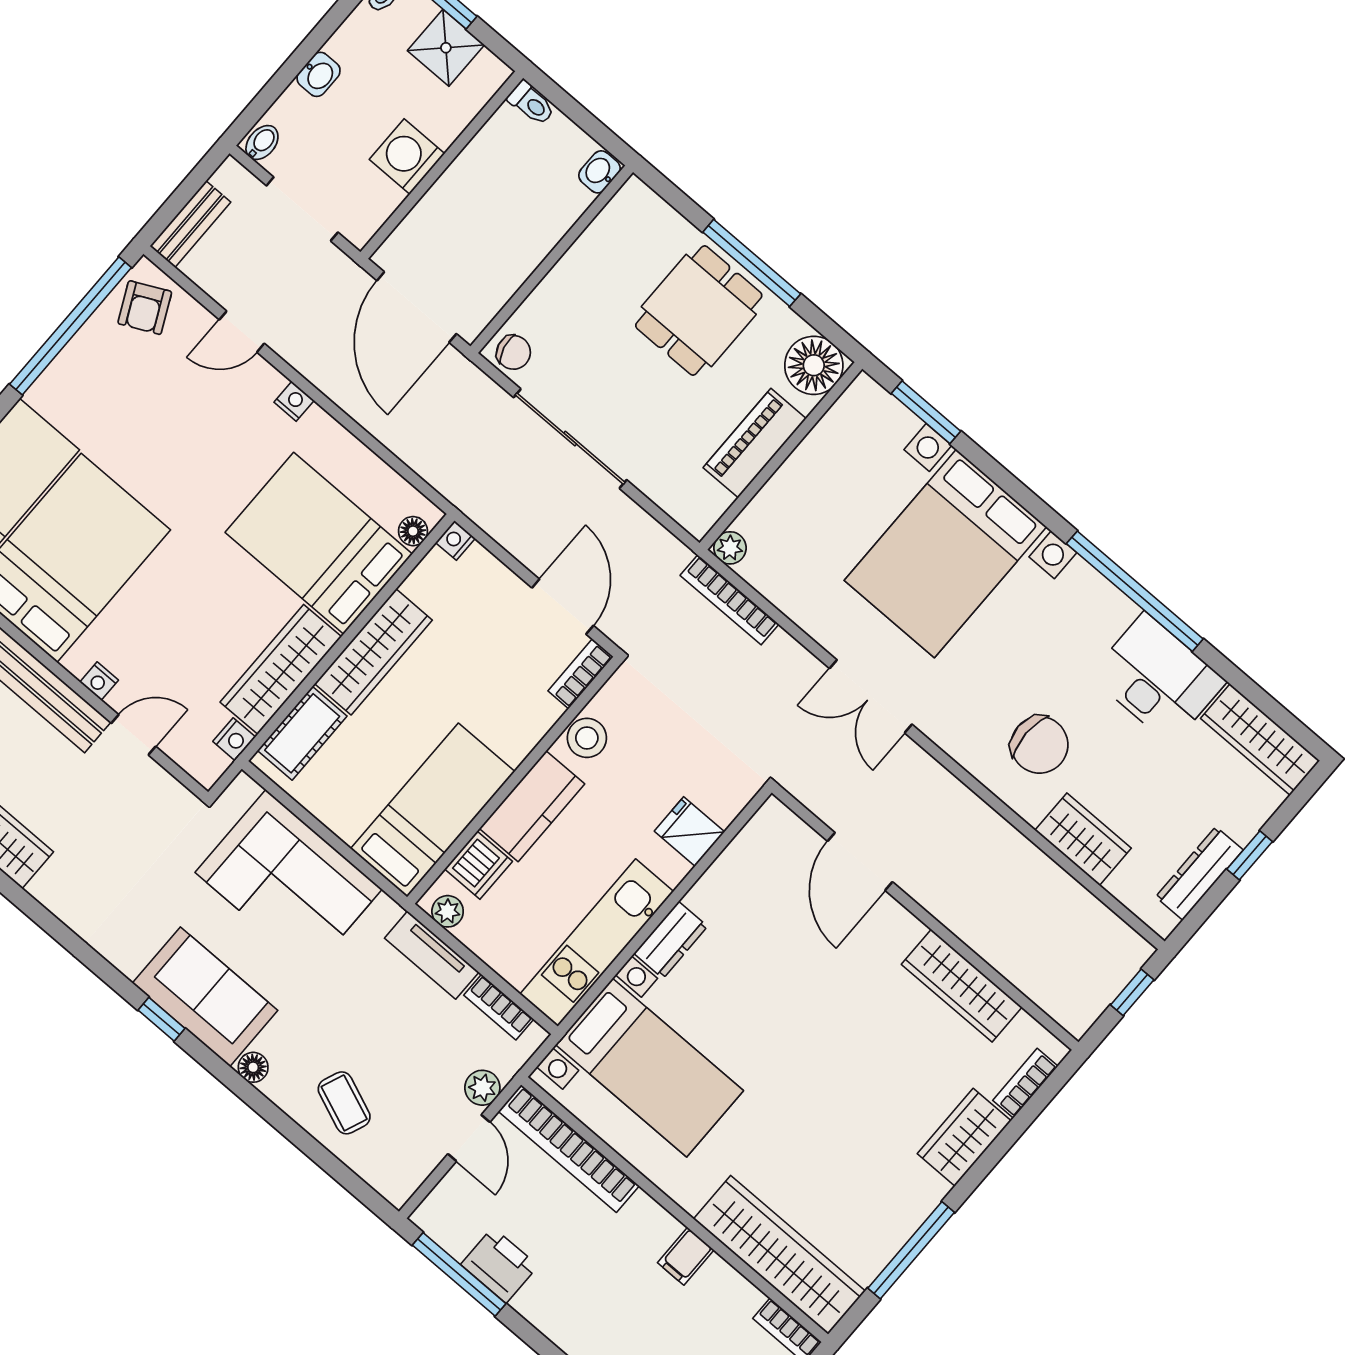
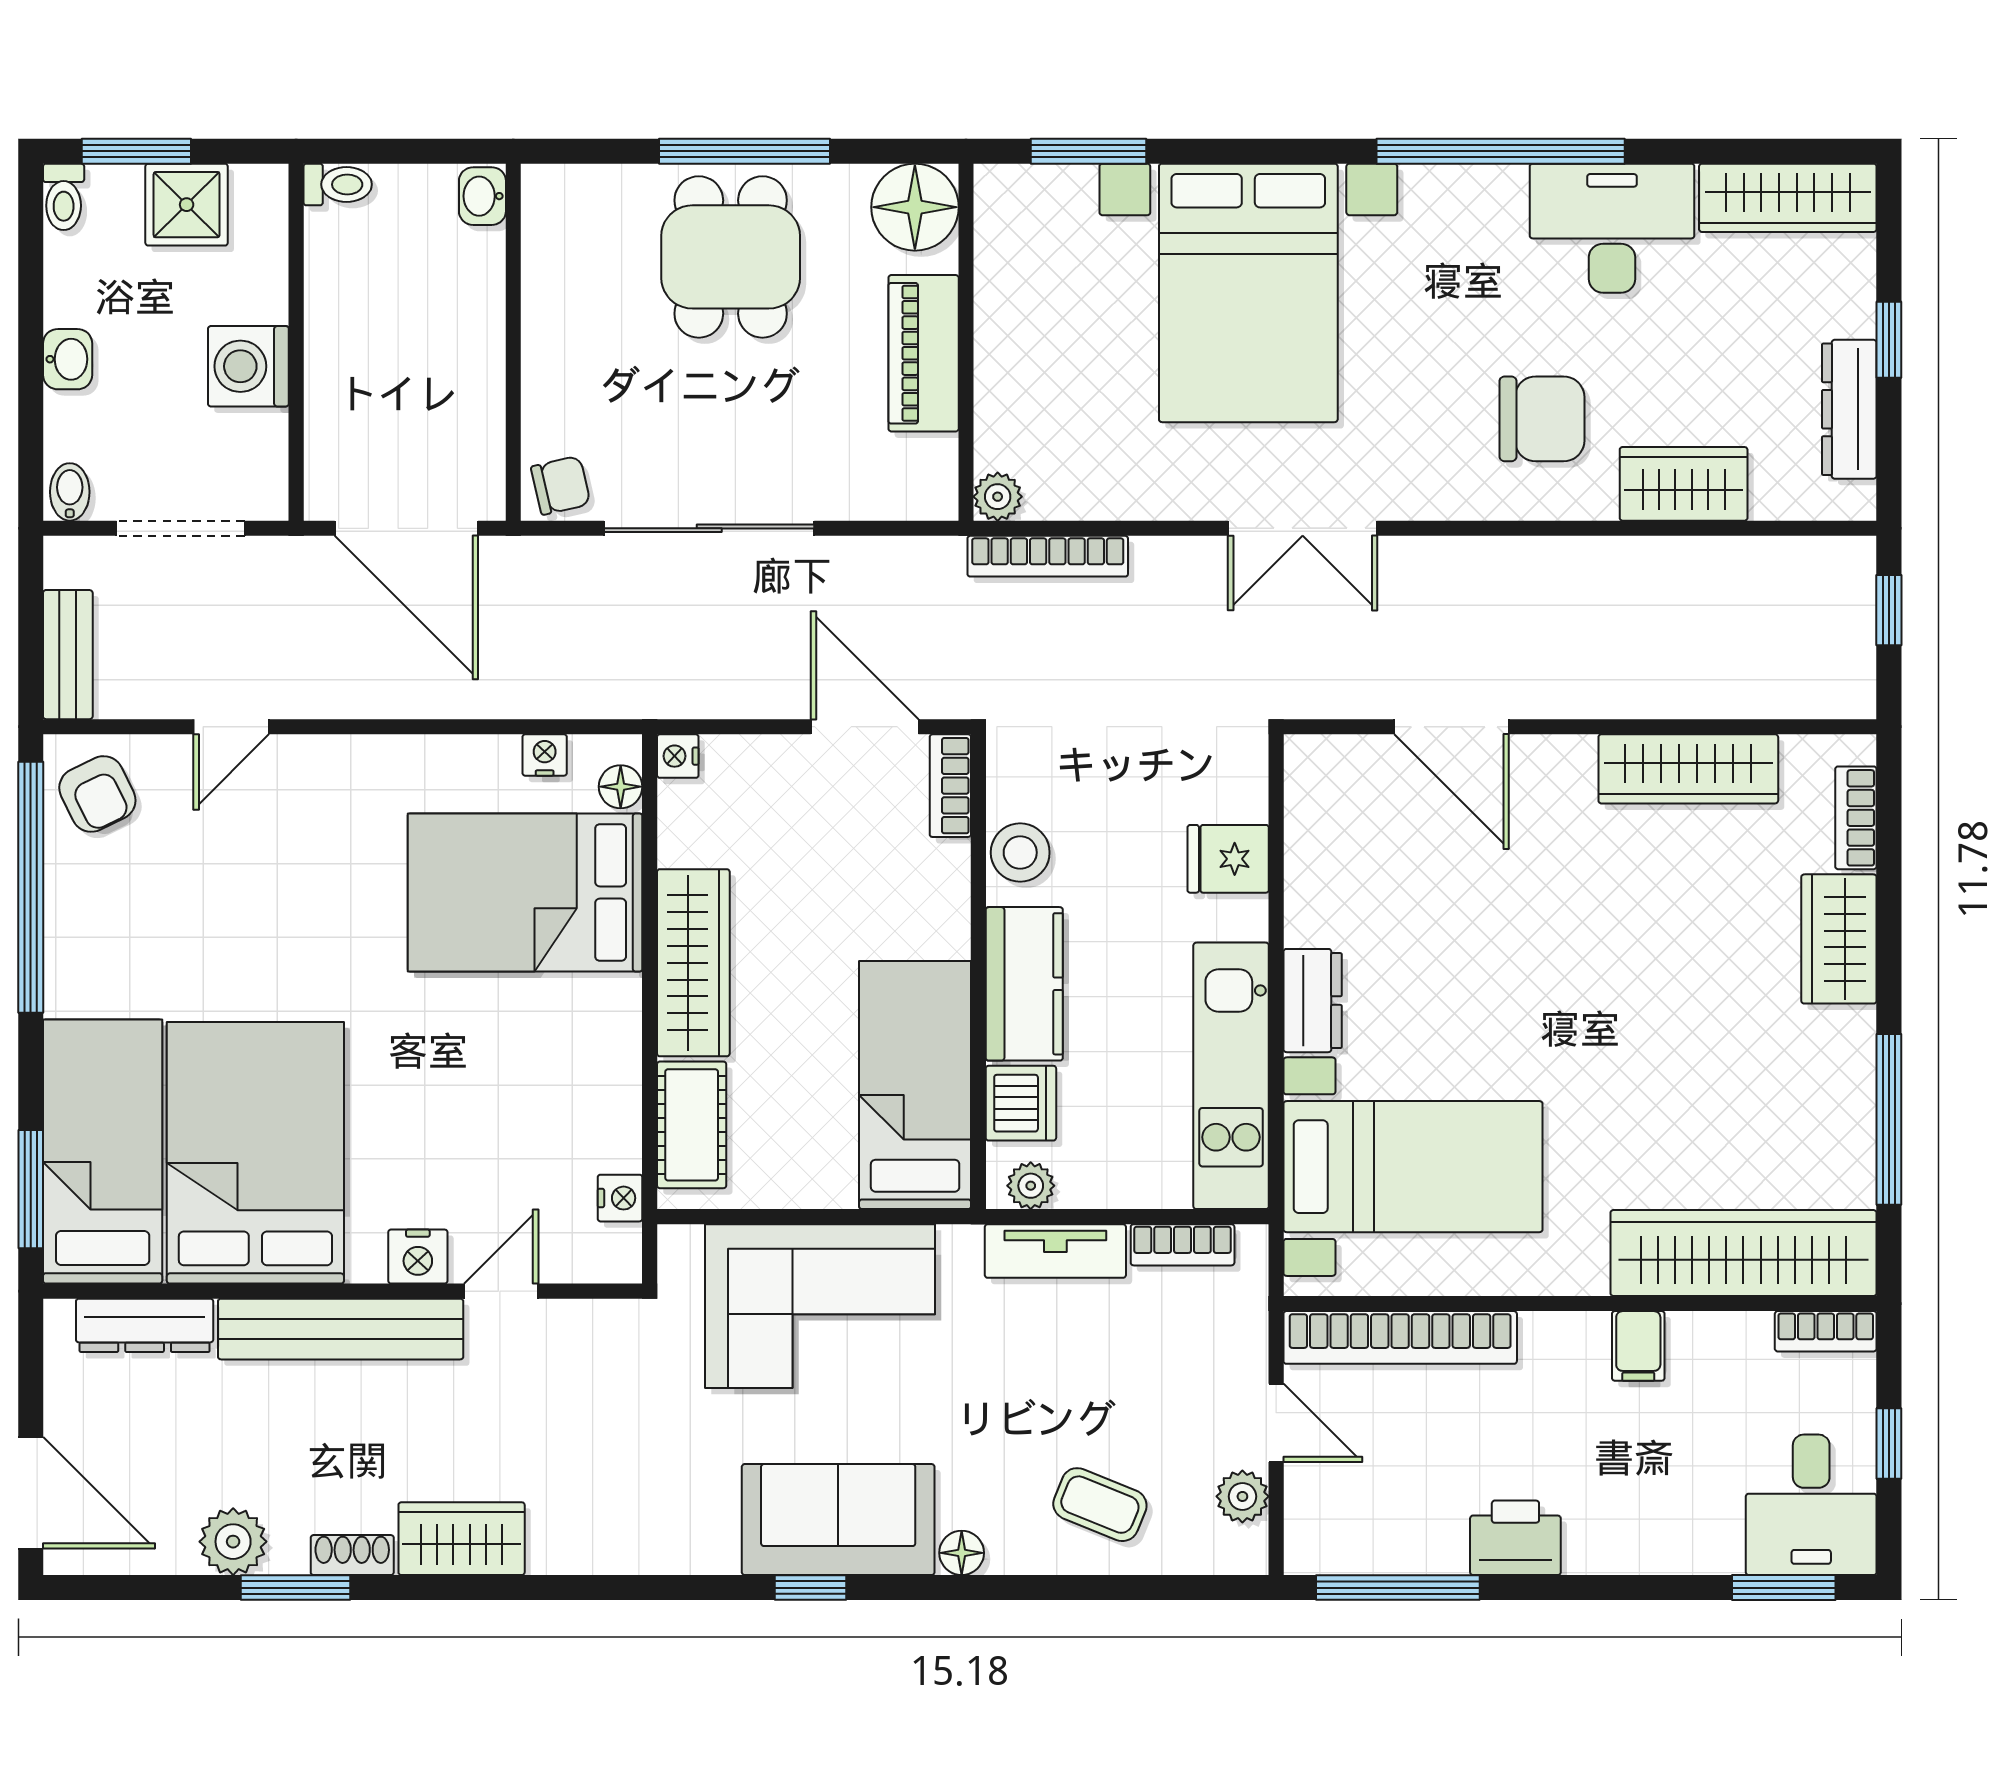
nightstand: (294, 401) -> (545, 755), moved
wardrobe: (281, 669) -> (605, 1073), removed
nightstand: (99, 681) -> (418, 1257), width x1.39, depth x1.35
plant: (482, 1088) -> (1242, 1496), moved
printer: (499, 1265) -> (1515, 1538), moved

